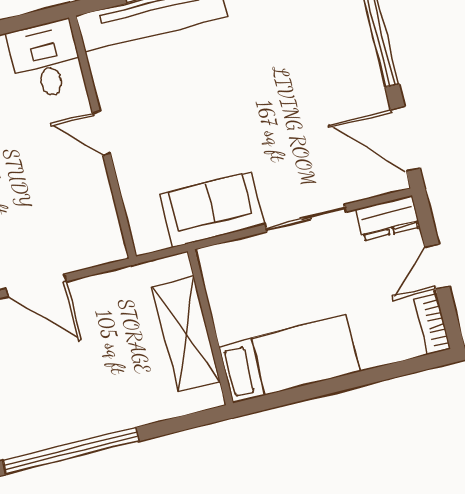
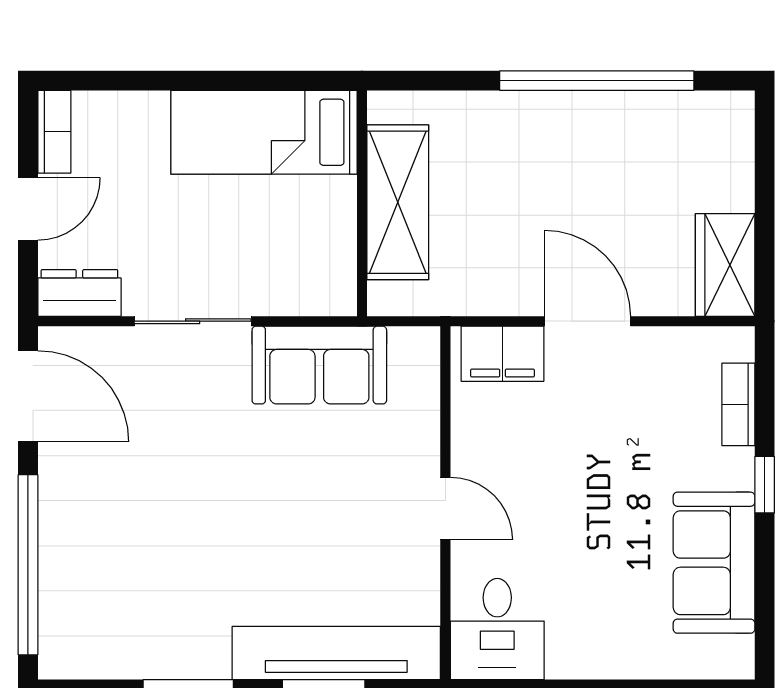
filing cabinet: (89, 249) -> (503, 354), added

